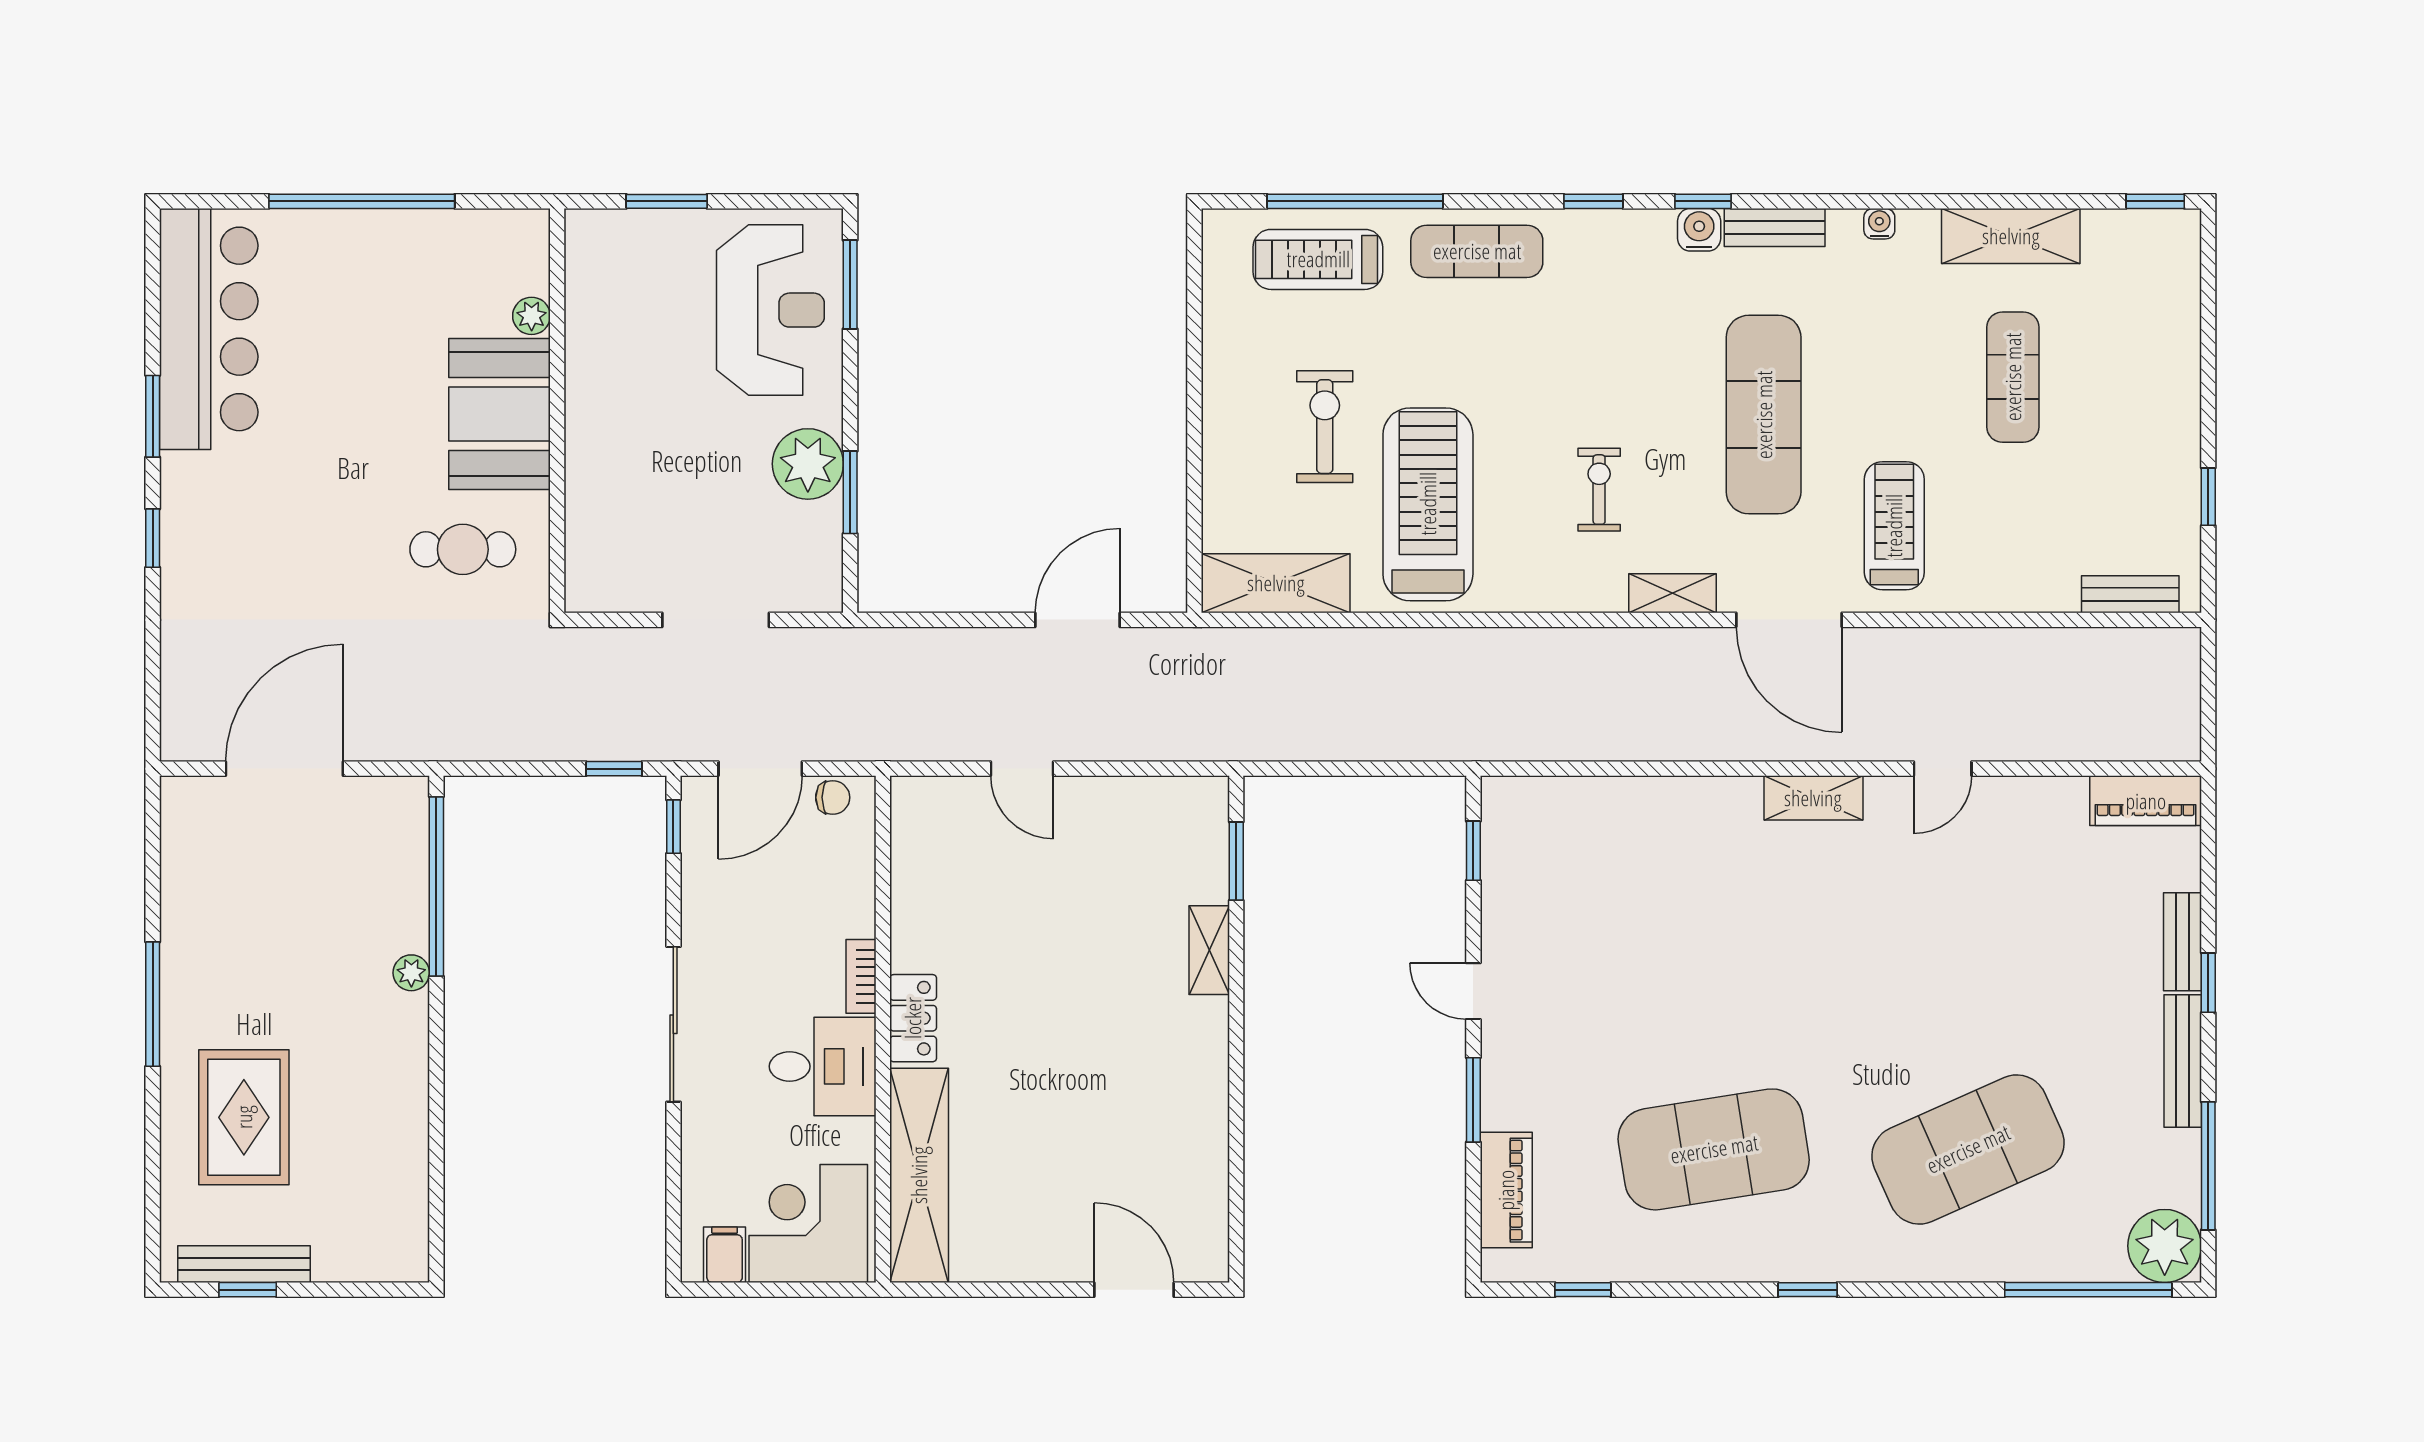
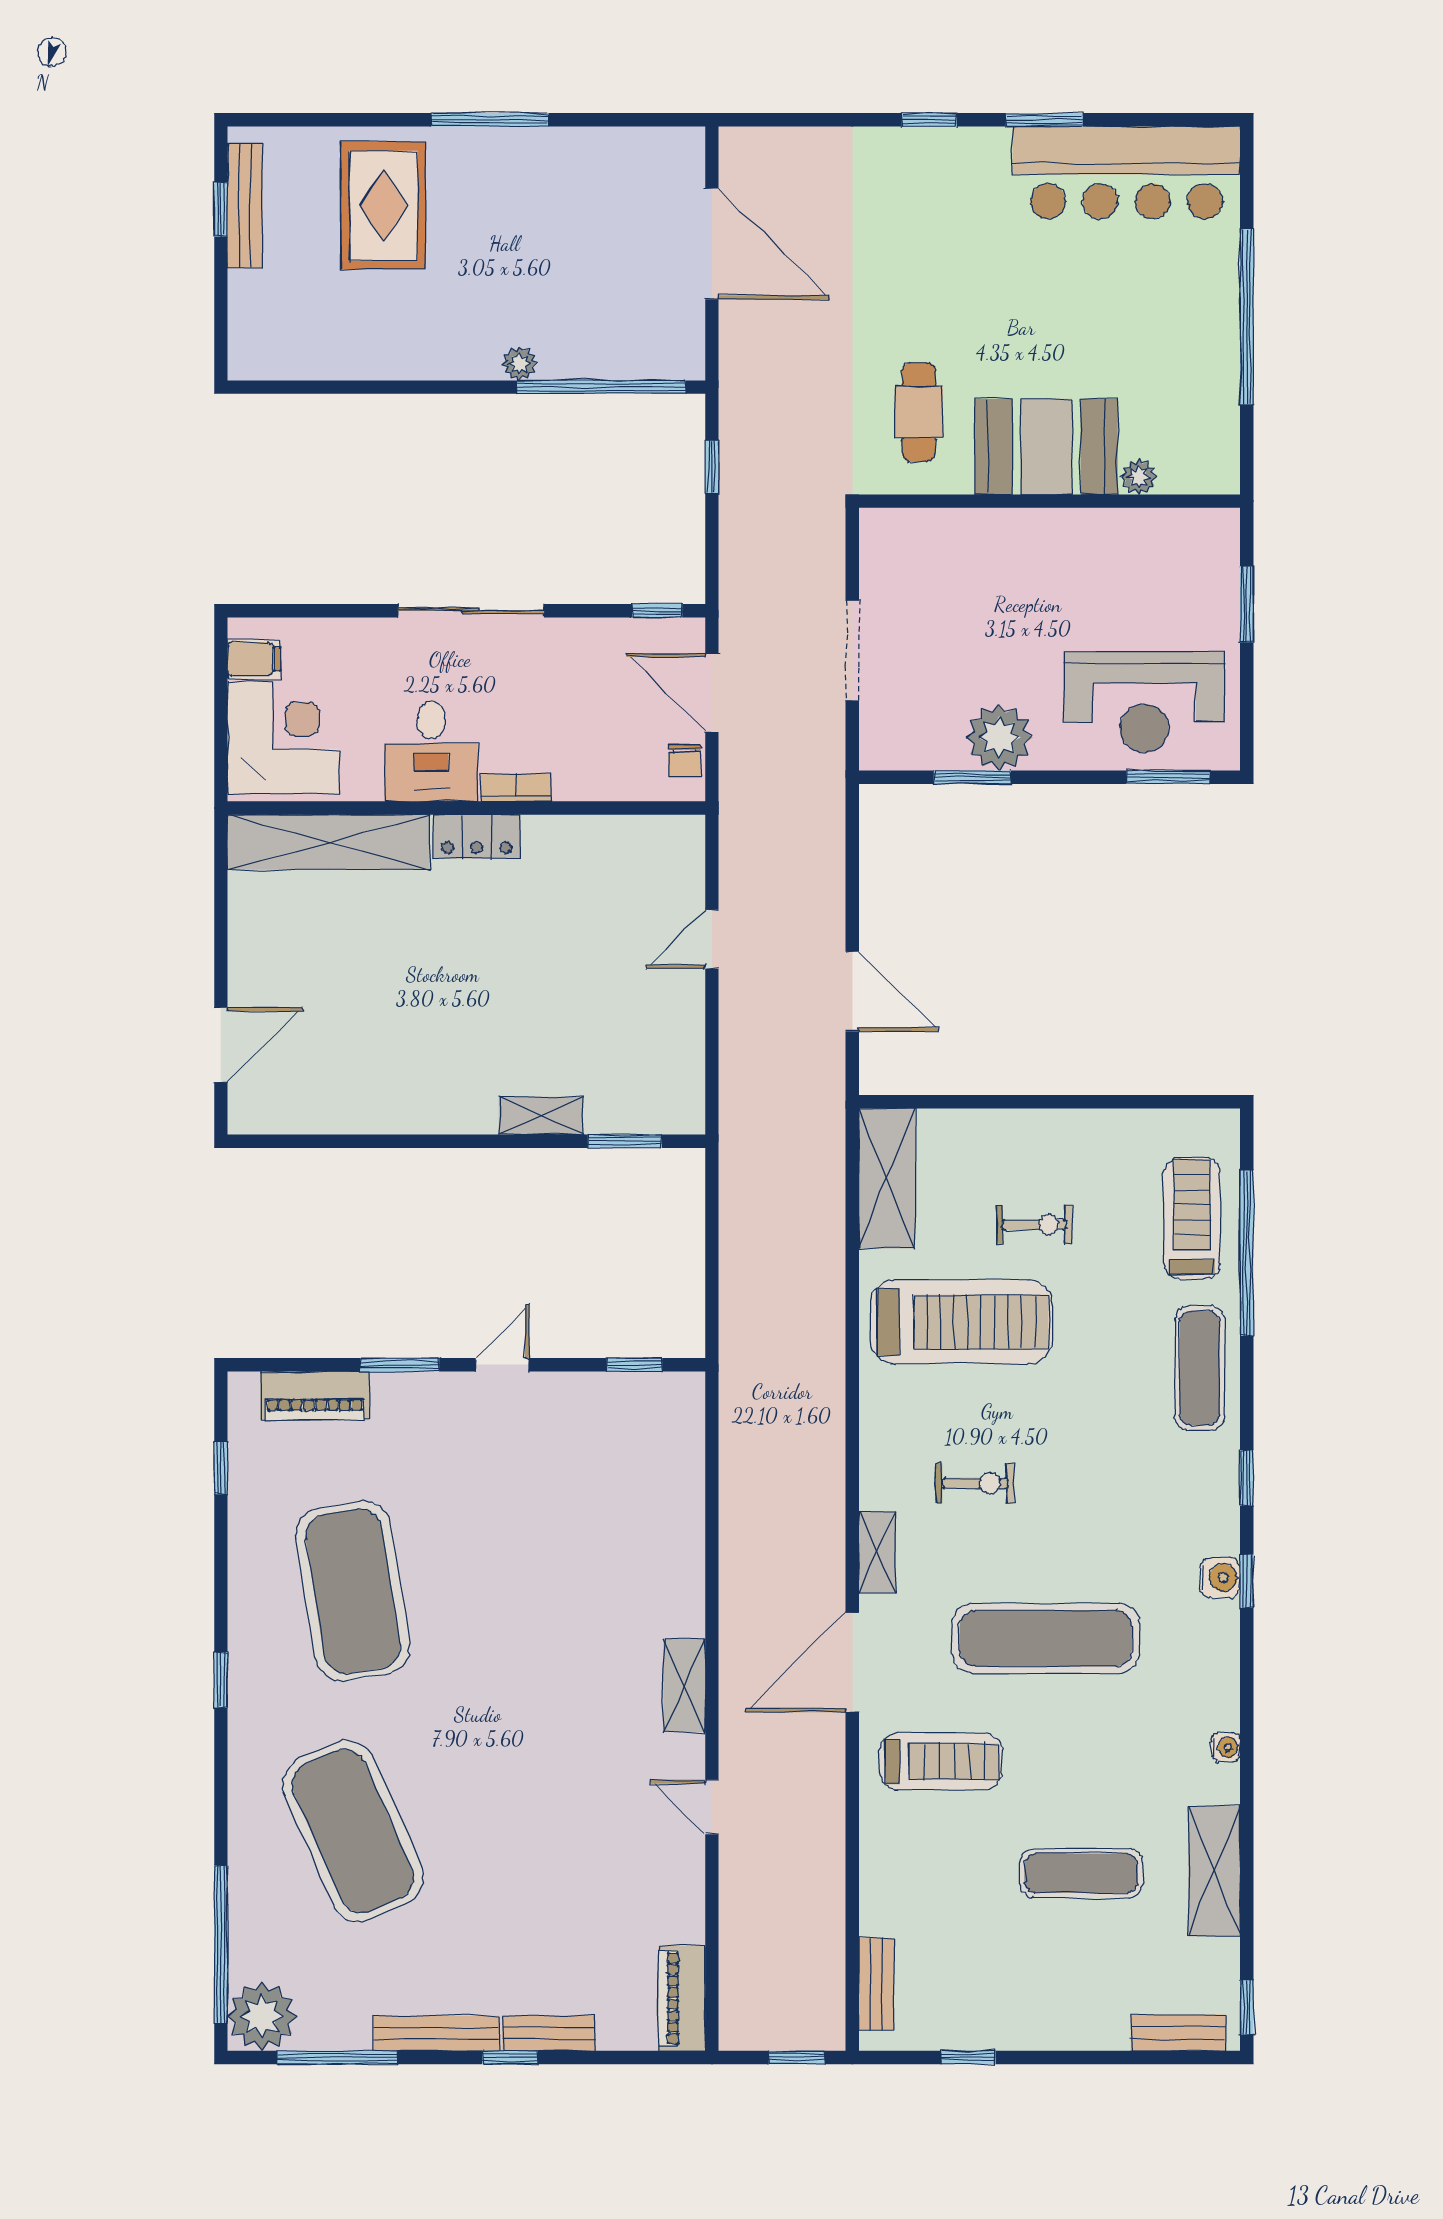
bench: (1775, 227) -> (1178, 2033), moved, turned 90
exercise bike: (1325, 427) -> (1034, 1225), width x0.73, depth x0.72
window: (2208, 678) -> (797, 2057), added
window: (614, 769) -> (712, 467), moved
rug: (244, 1117) -> (383, 206), turned 90

